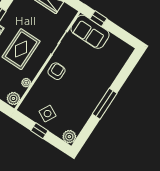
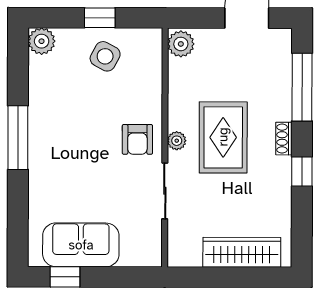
window: (98, 19) -> (65, 277), moved
sofa: (90, 32) -> (81, 245), moved
plant: (26, 83) -> (177, 141), moved

